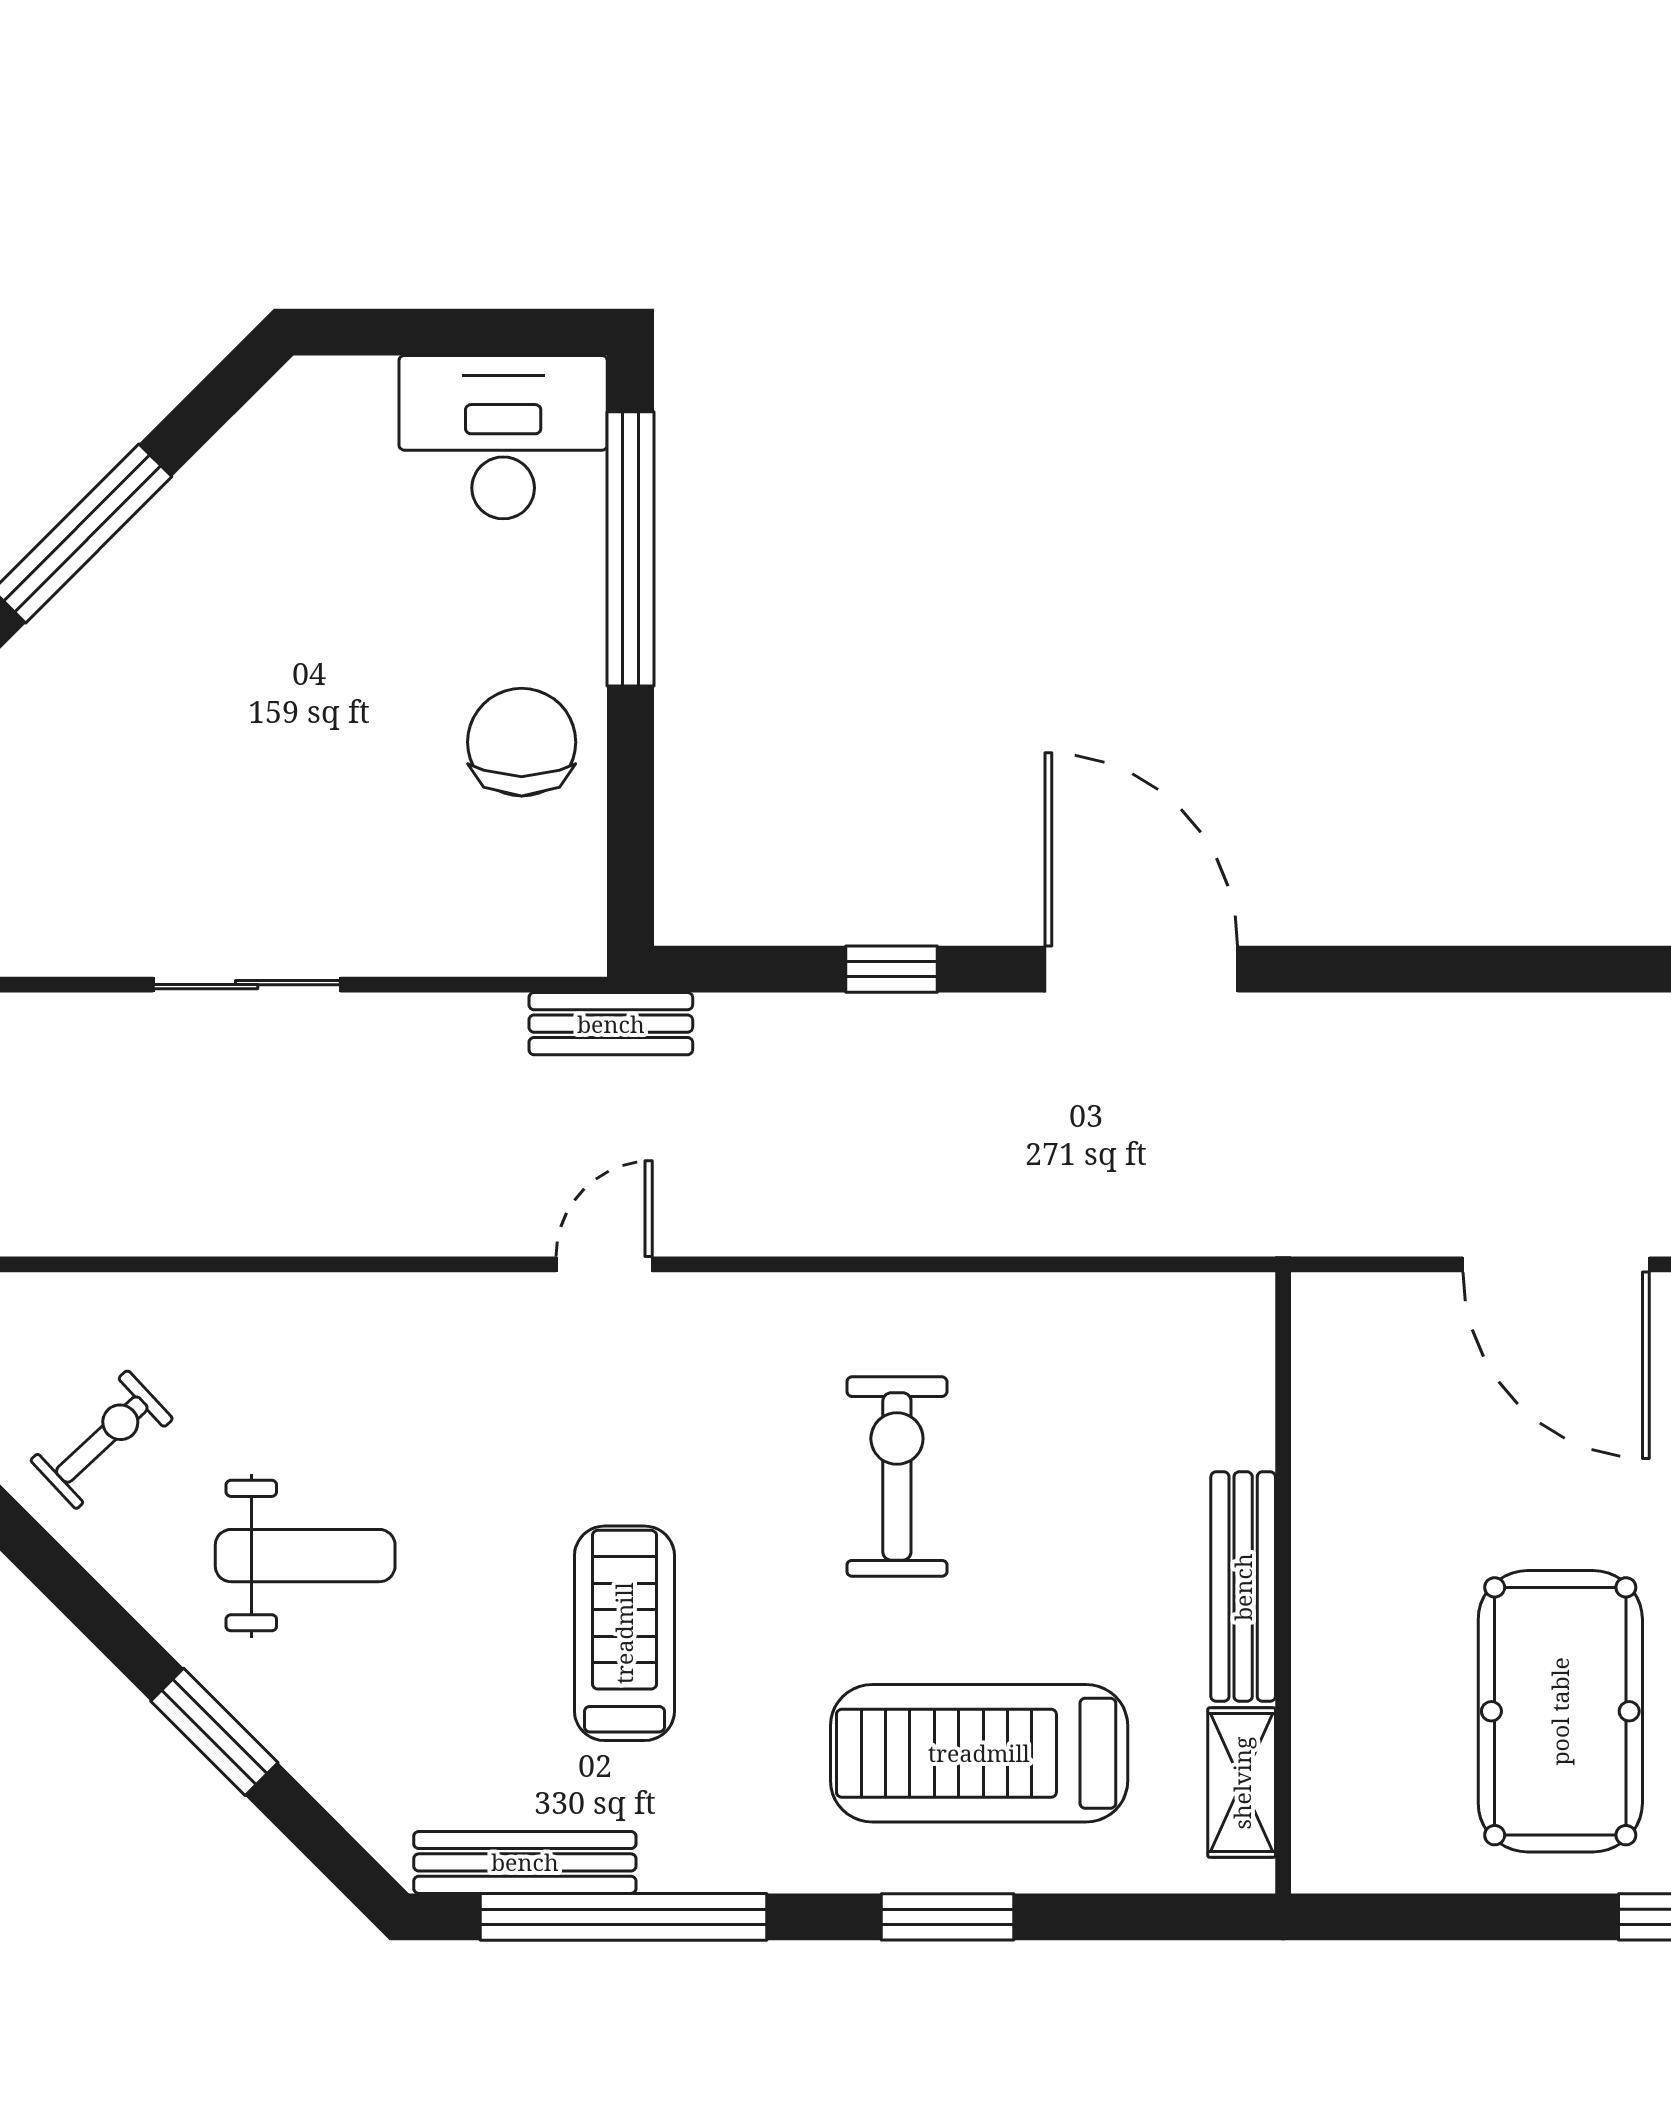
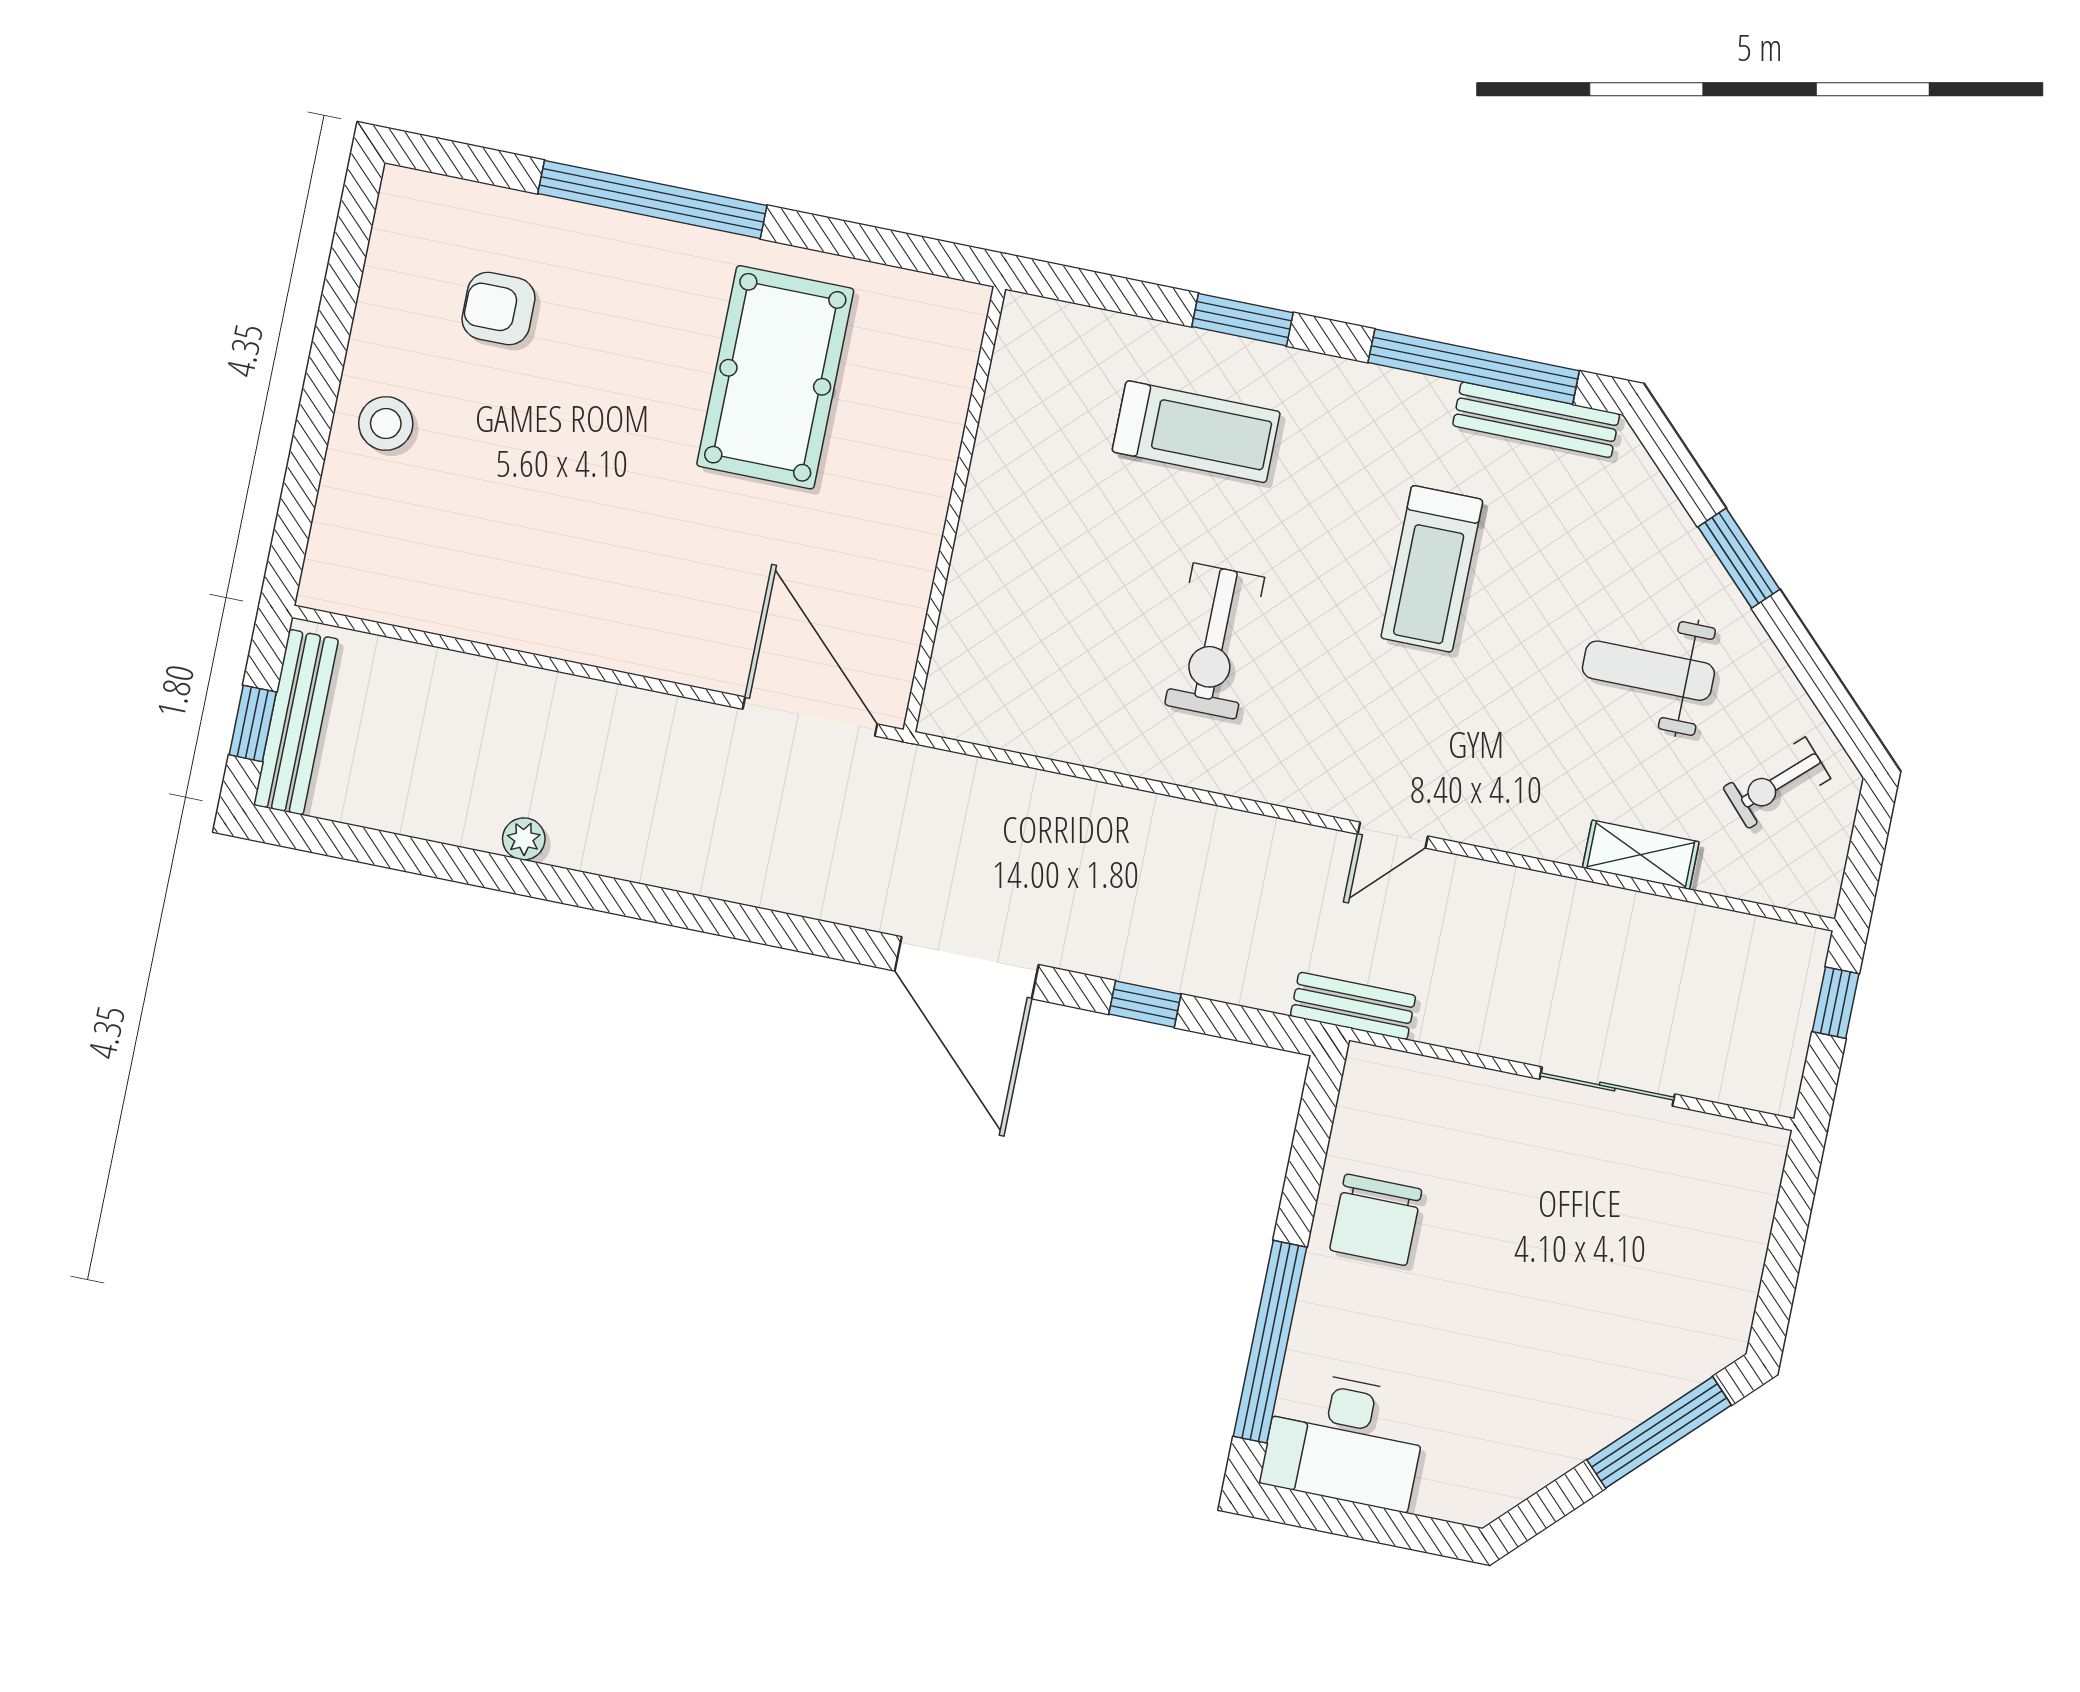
door: (1556, 1264) -> (810, 717), moved
bench: (1243, 1587) -> (984, 512), removed
treadmill: (979, 1753) -> (1196, 432), width x0.73, depth x0.73
shelving: (1242, 1783) -> (1641, 855), moved, turned 90

